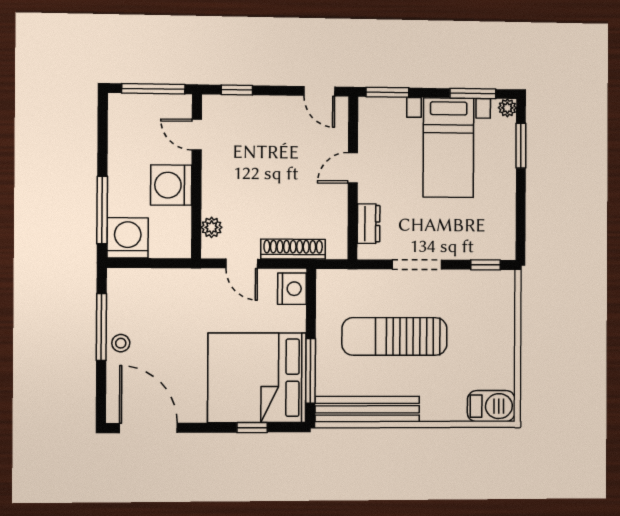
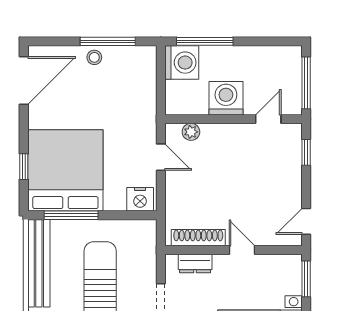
shoe rack: (293, 249) -> (198, 238), moved, turned -90
door: (242, 264) -> (161, 157), swing flipped

